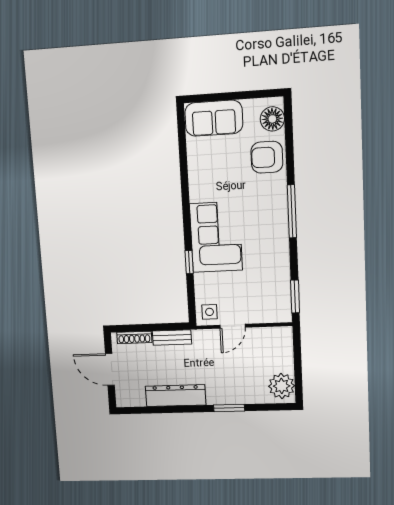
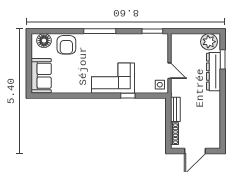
dresser: (176, 396) -> (213, 72), moved
window: (229, 408) -> (223, 59), moved

